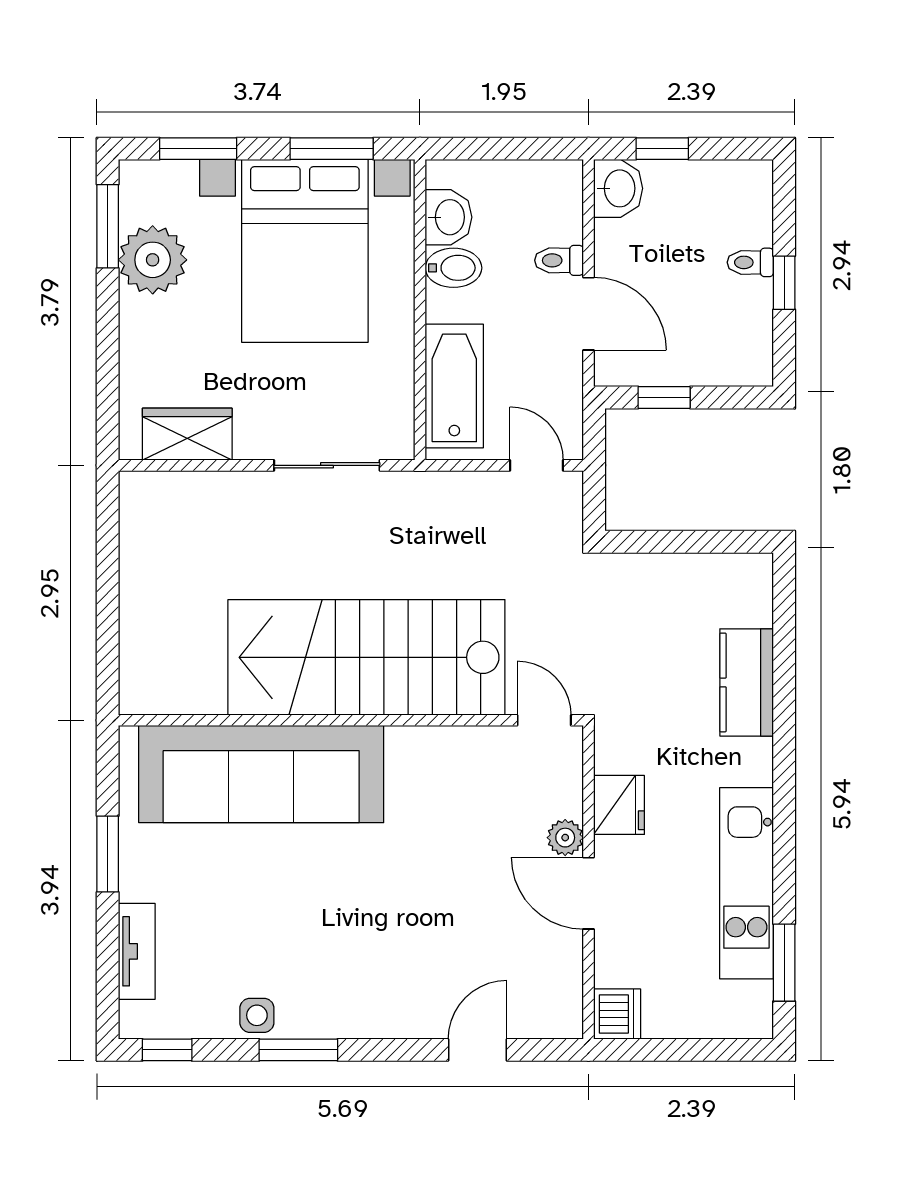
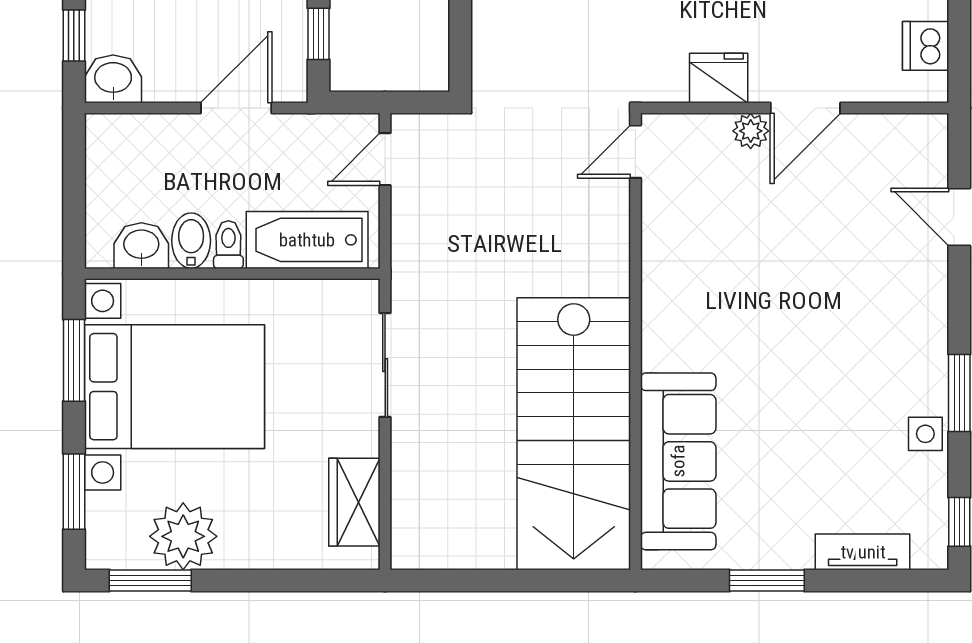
toilet: (559, 260) -> (228, 245), moved, turned 180
stairs: (366, 657) -> (574, 434), moved
sofa: (261, 774) -> (678, 461), width x0.74, depth x0.79
dishwasher: (617, 1014) -> (926, 46), moved, turned -90

